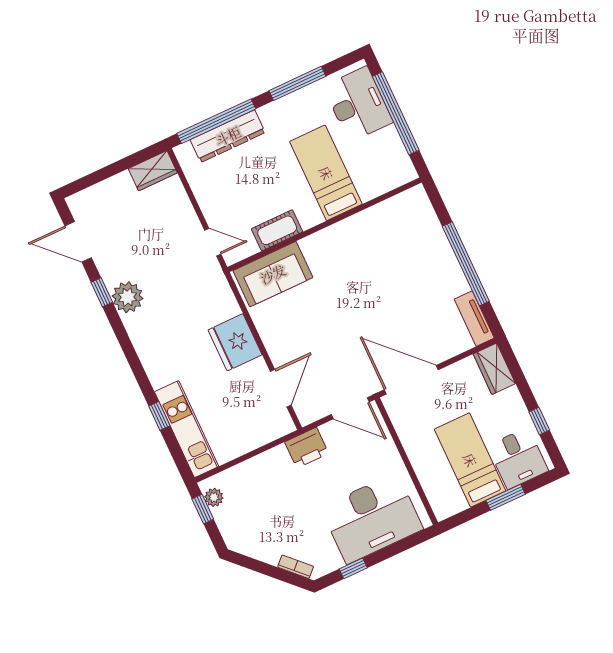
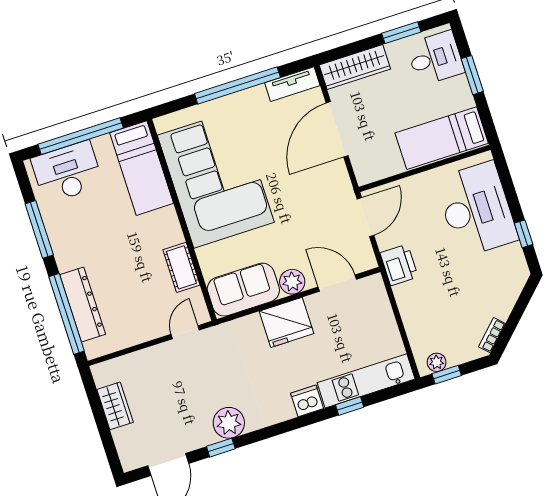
wardrobe: (153, 171) -> (115, 406), moved
bed: (326, 173) -> (142, 168), moved, turned -90
corner sofa: (370, 254) -> (216, 179), added
sofa: (273, 274) -> (243, 290), moved, turned -90
plant: (277, 343) -> (292, 282), added
wardrobe: (494, 369) -> (355, 67), width x1.50
dishwasher: (159, 373) -> (307, 401), added
door: (411, 380) -> (337, 129), moved
window: (539, 421) -> (401, 33), width x1.50
bed: (470, 460) -> (442, 138), moved
bookcase: (296, 567) -> (492, 335), moved

